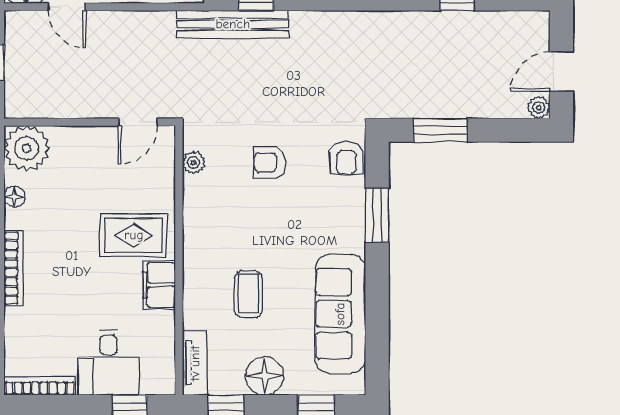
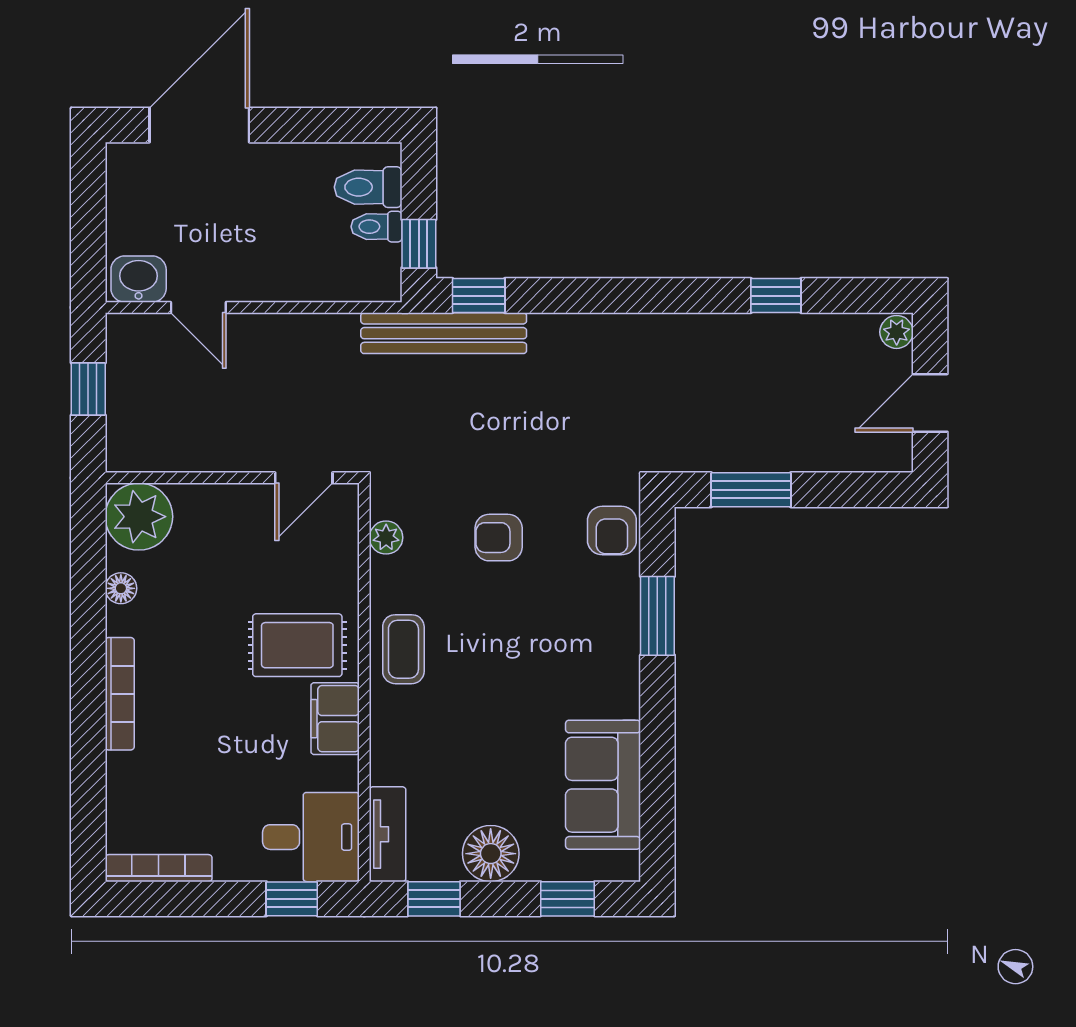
plant: (539, 108) -> (897, 332), moved
coffee table: (248, 294) -> (403, 649), moved
sofa: (340, 314) -> (603, 785), width x0.73
desk: (108, 363) -> (311, 837), moved, turned -90

